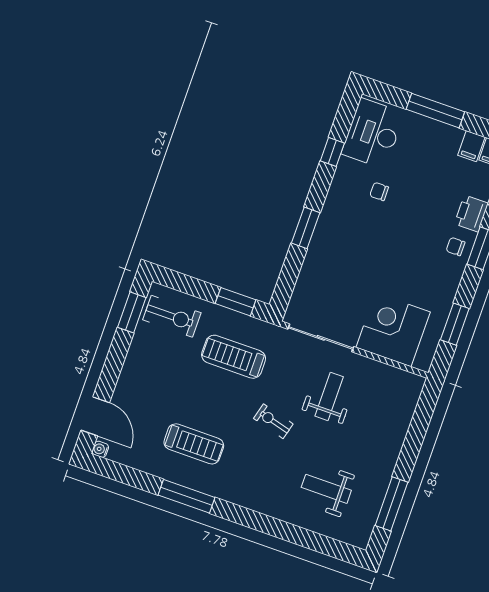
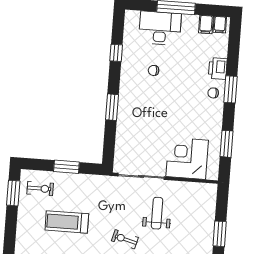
desk: (373, 133) -> (160, 28), moved, turned 90
window: (236, 302) -> (66, 167), moved
exercise bike: (172, 316) -> (40, 189), width x0.73, depth x0.72
treadmill: (234, 357) -> (67, 222), moved
window: (410, 450) -> (220, 234), added

